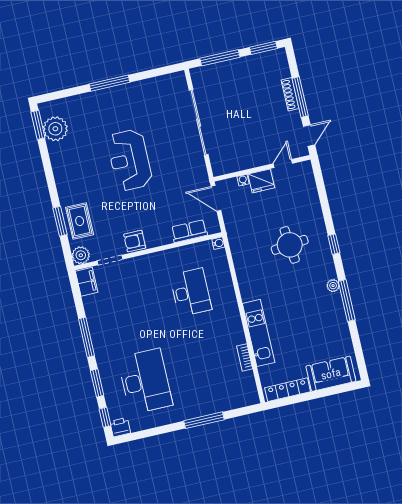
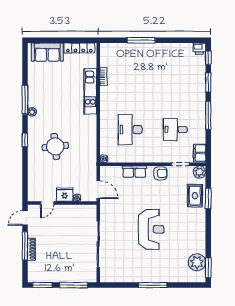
row of seats: (189, 231) -> (134, 172), moved
desk: (145, 381) -> (175, 130), moved, width x0.53, depth x0.77

